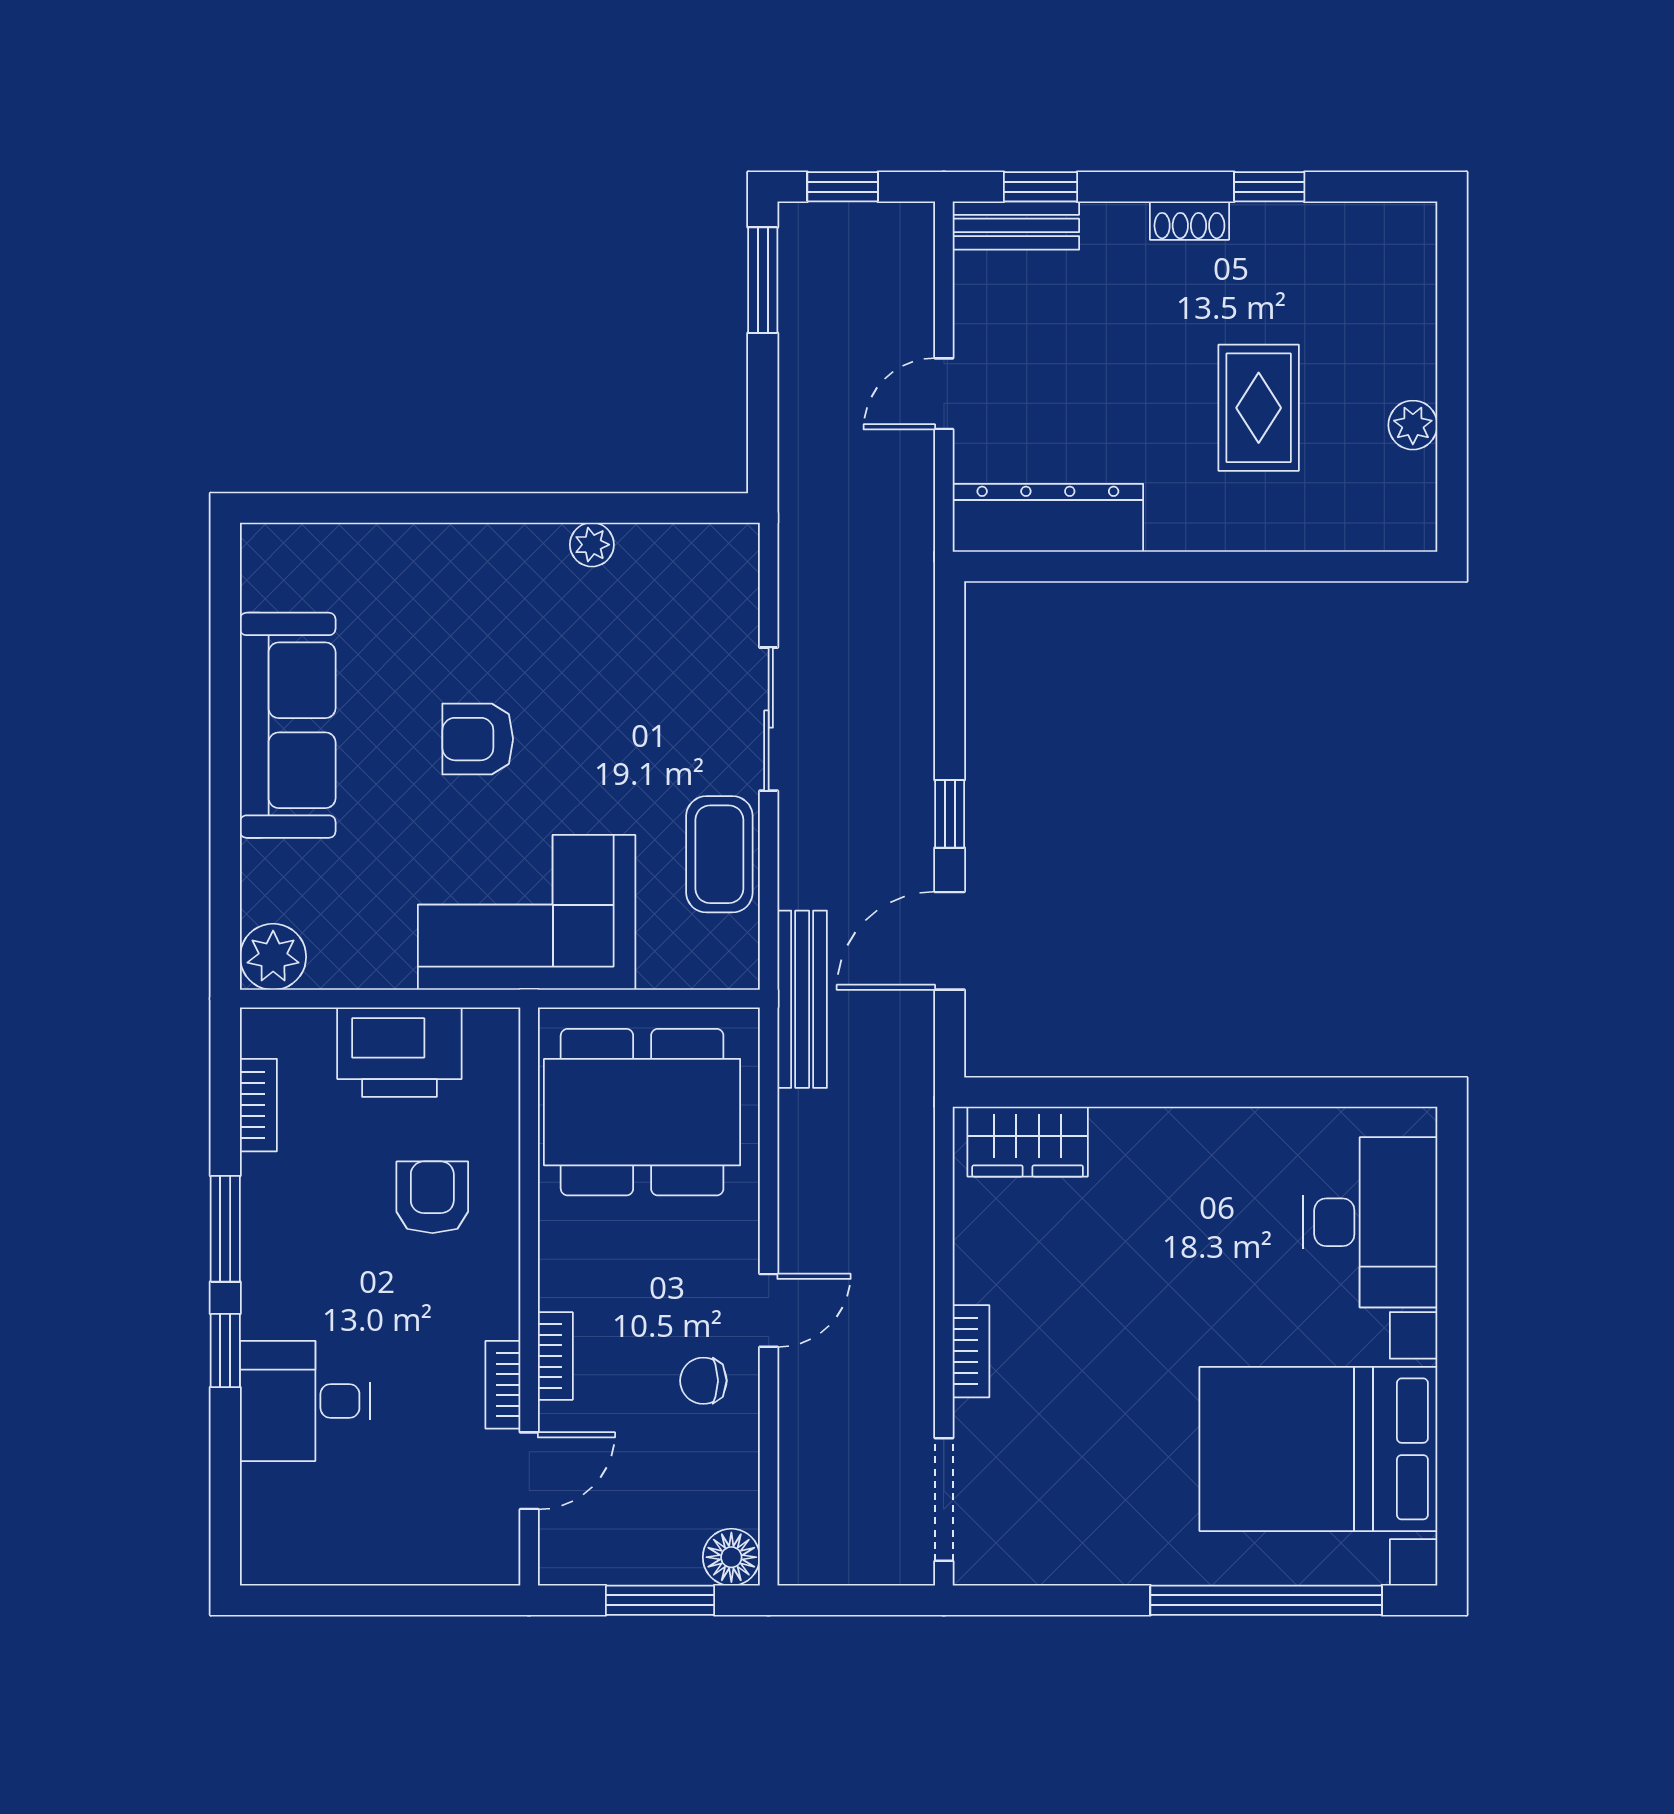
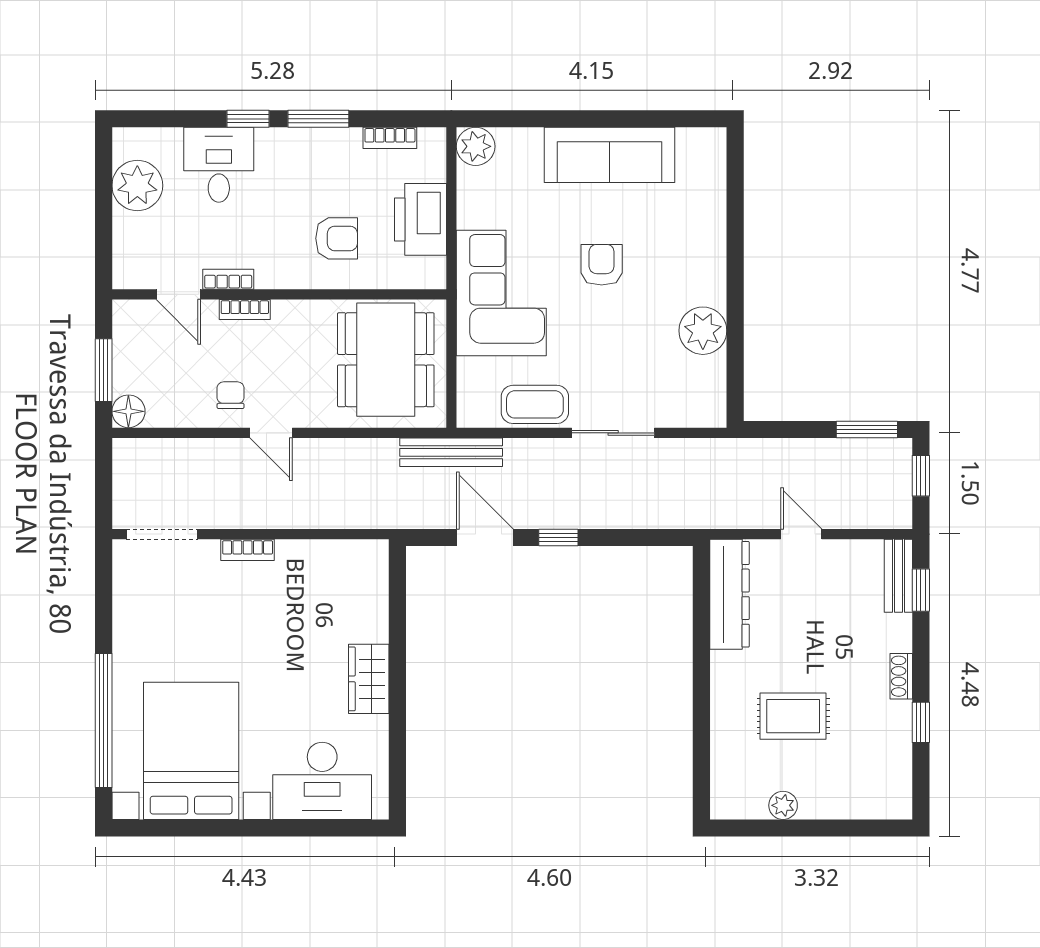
plant: (592, 545) -> (703, 331), width x1.88, depth x1.88
wardrobe: (1028, 1142) -> (369, 679), moved
plant: (341, 1542) -> (137, 186), added

